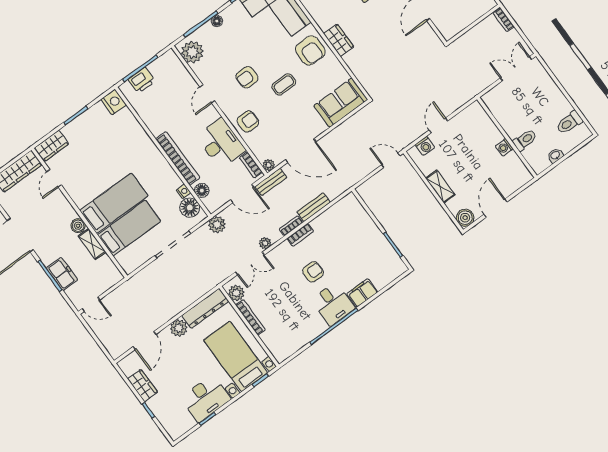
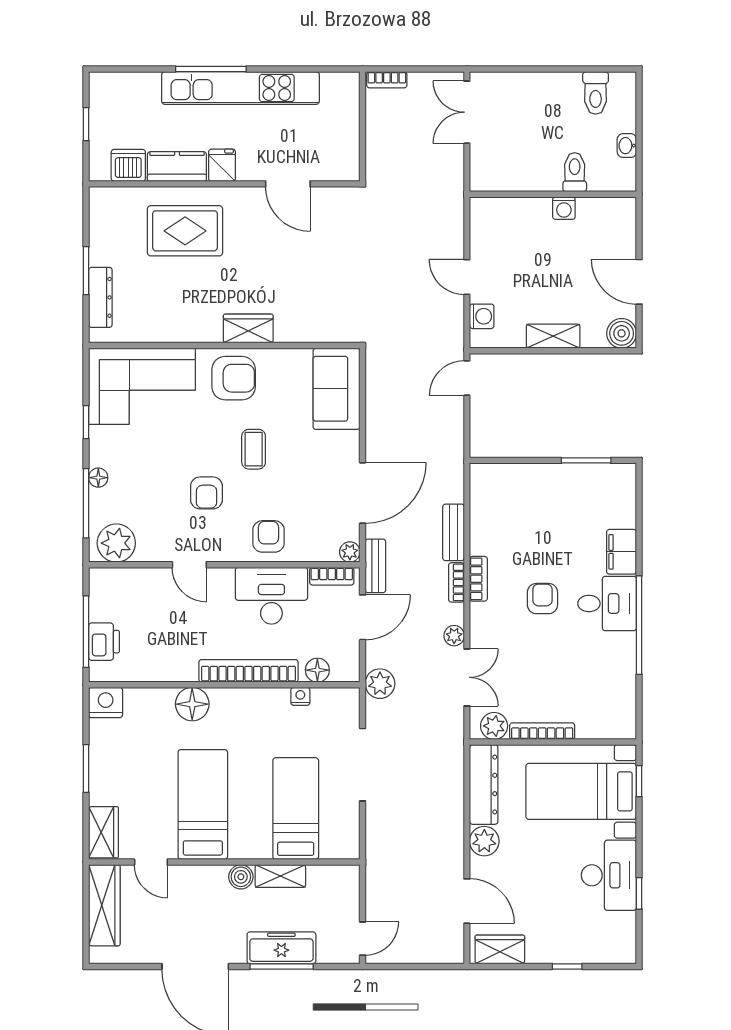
bed: (114, 203) -> (203, 805), moved
floor lamp: (190, 208) -> (192, 704), moved
freezer: (62, 274) -> (281, 948), width x1.40
wardrobe: (143, 386) -> (500, 949), moved

